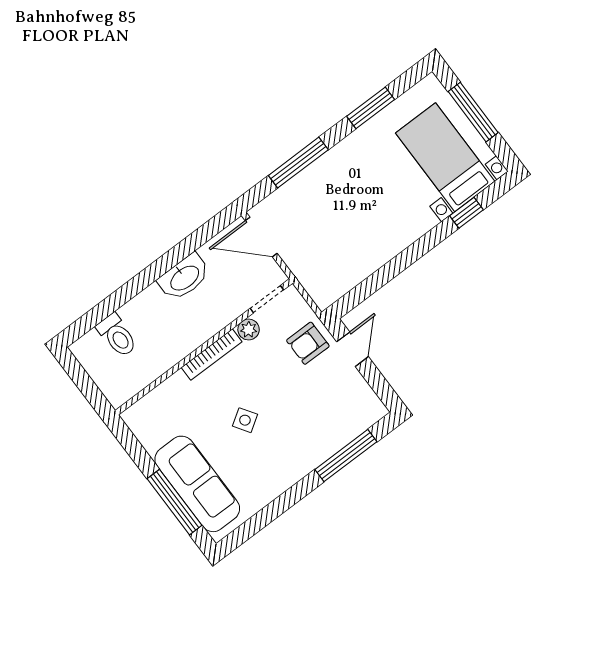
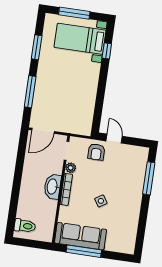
washbasin: (184, 277) -> (53, 187), moved, turned 180
toilet: (117, 335) -> (25, 226), moved
sofa: (197, 484) -> (81, 236), moved
window: (175, 502) -> (84, 251), moved

